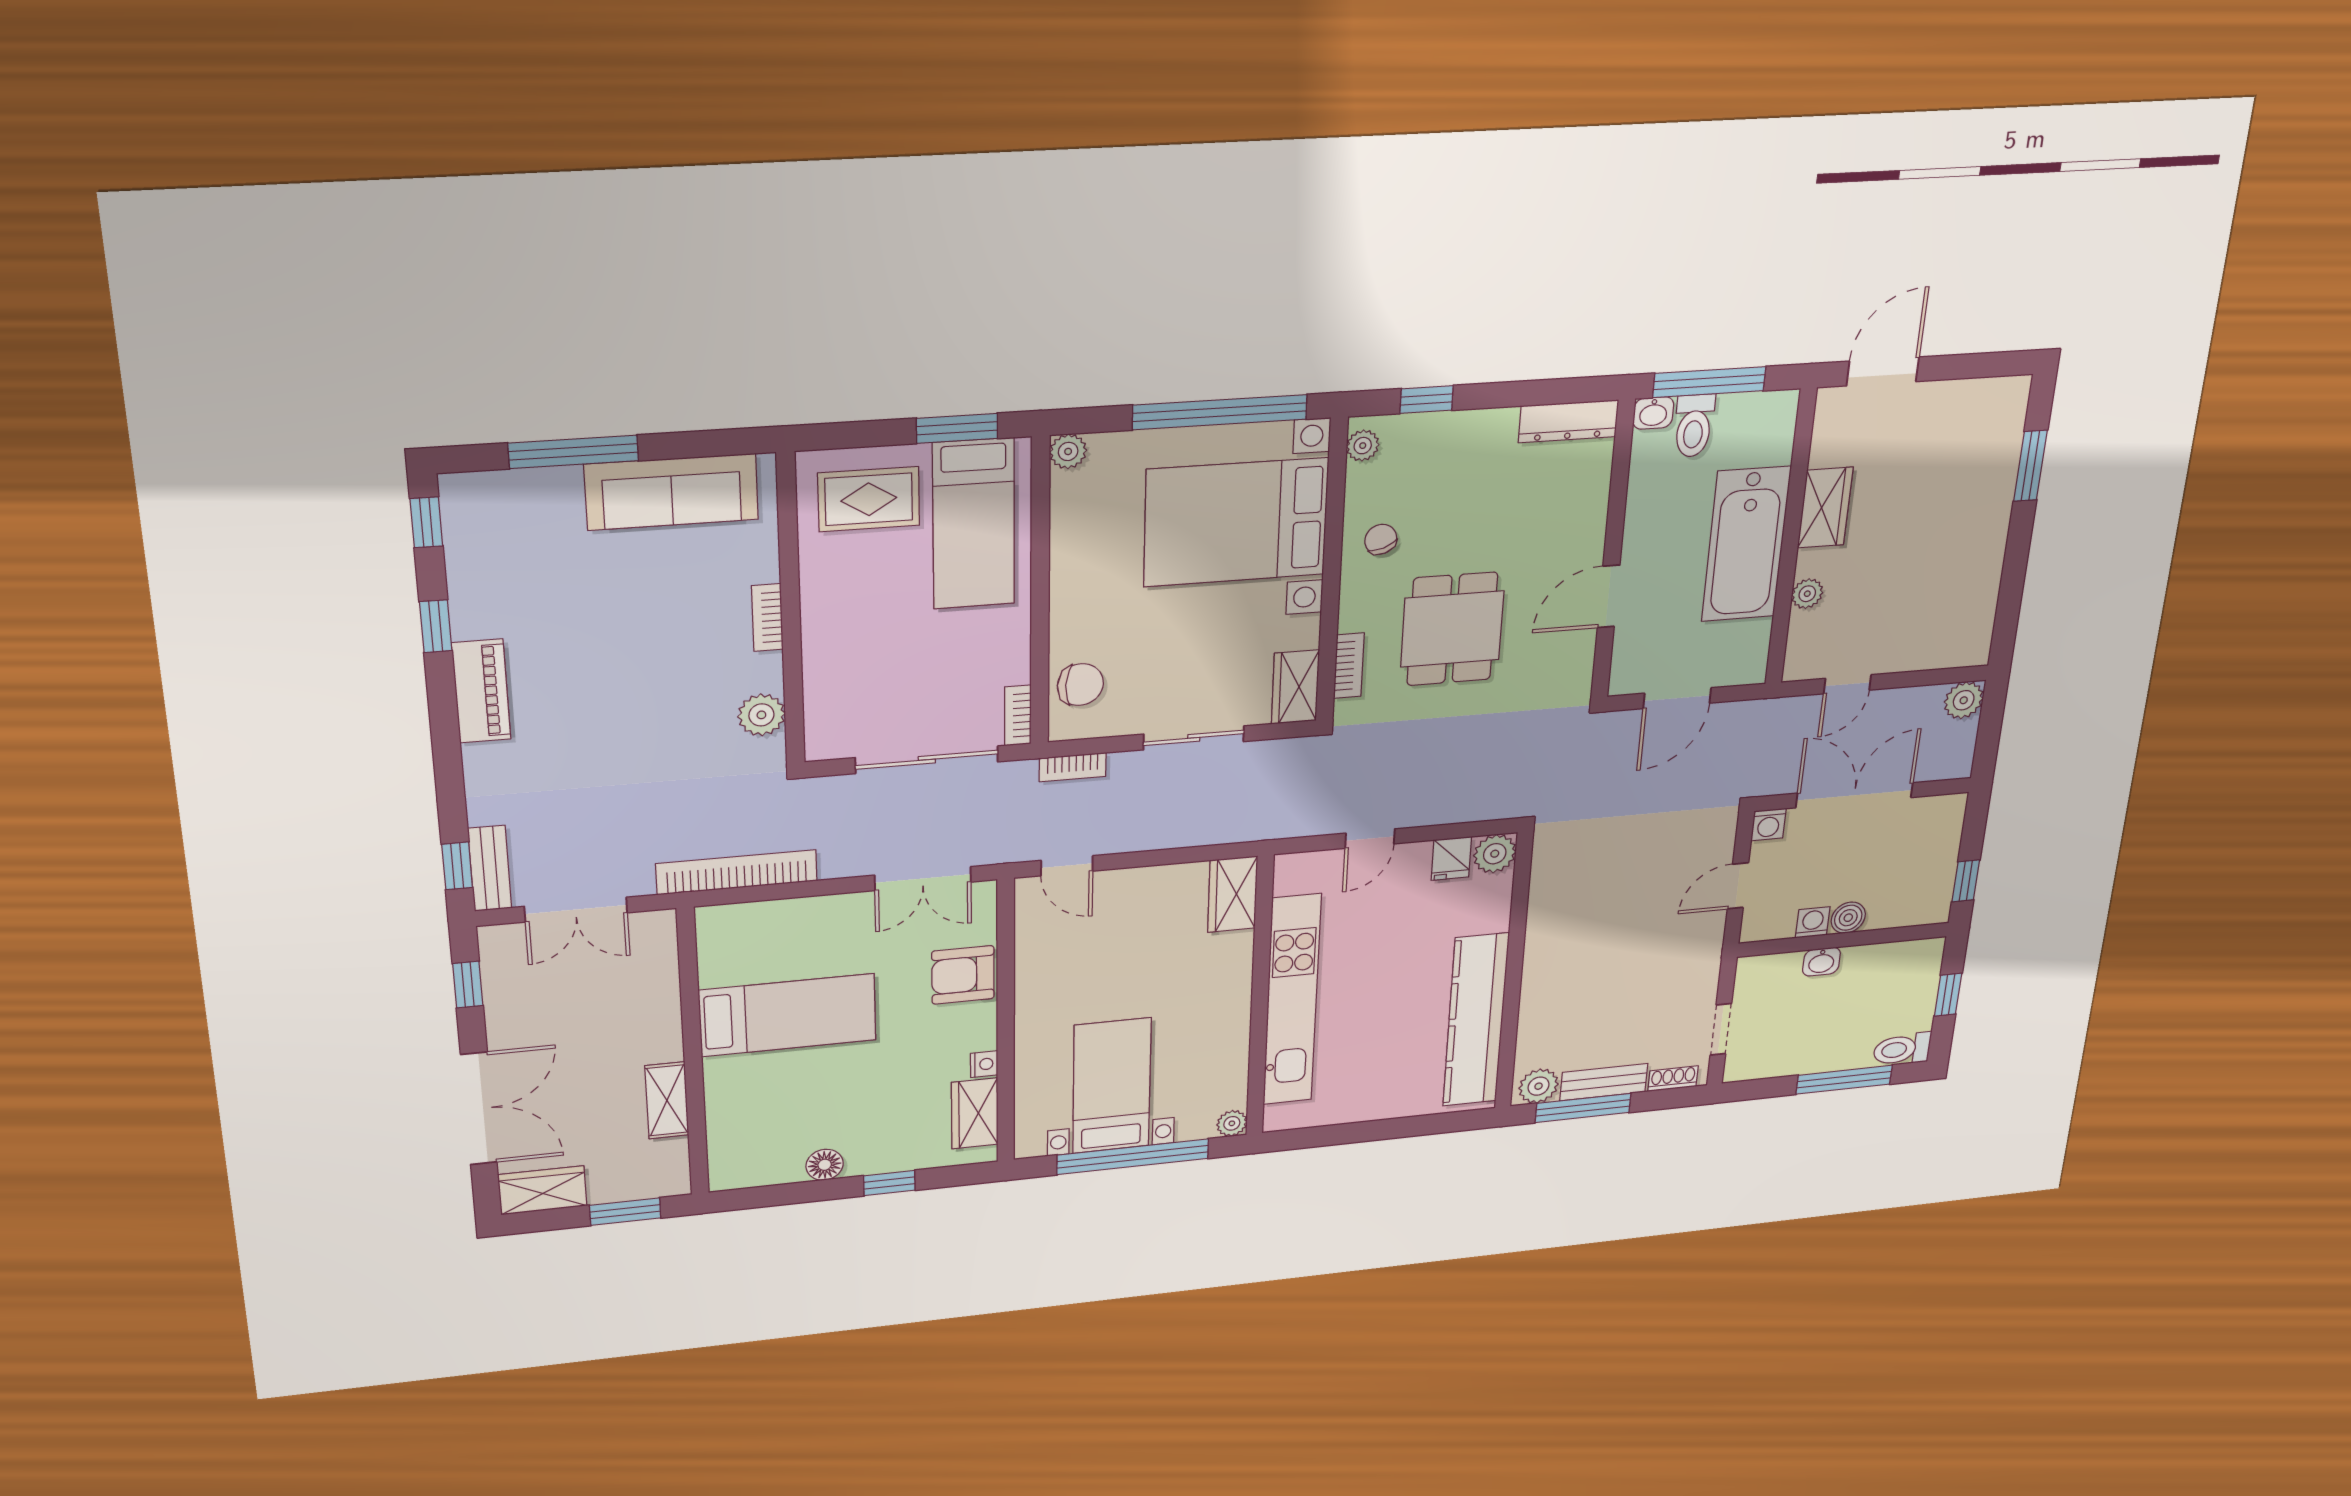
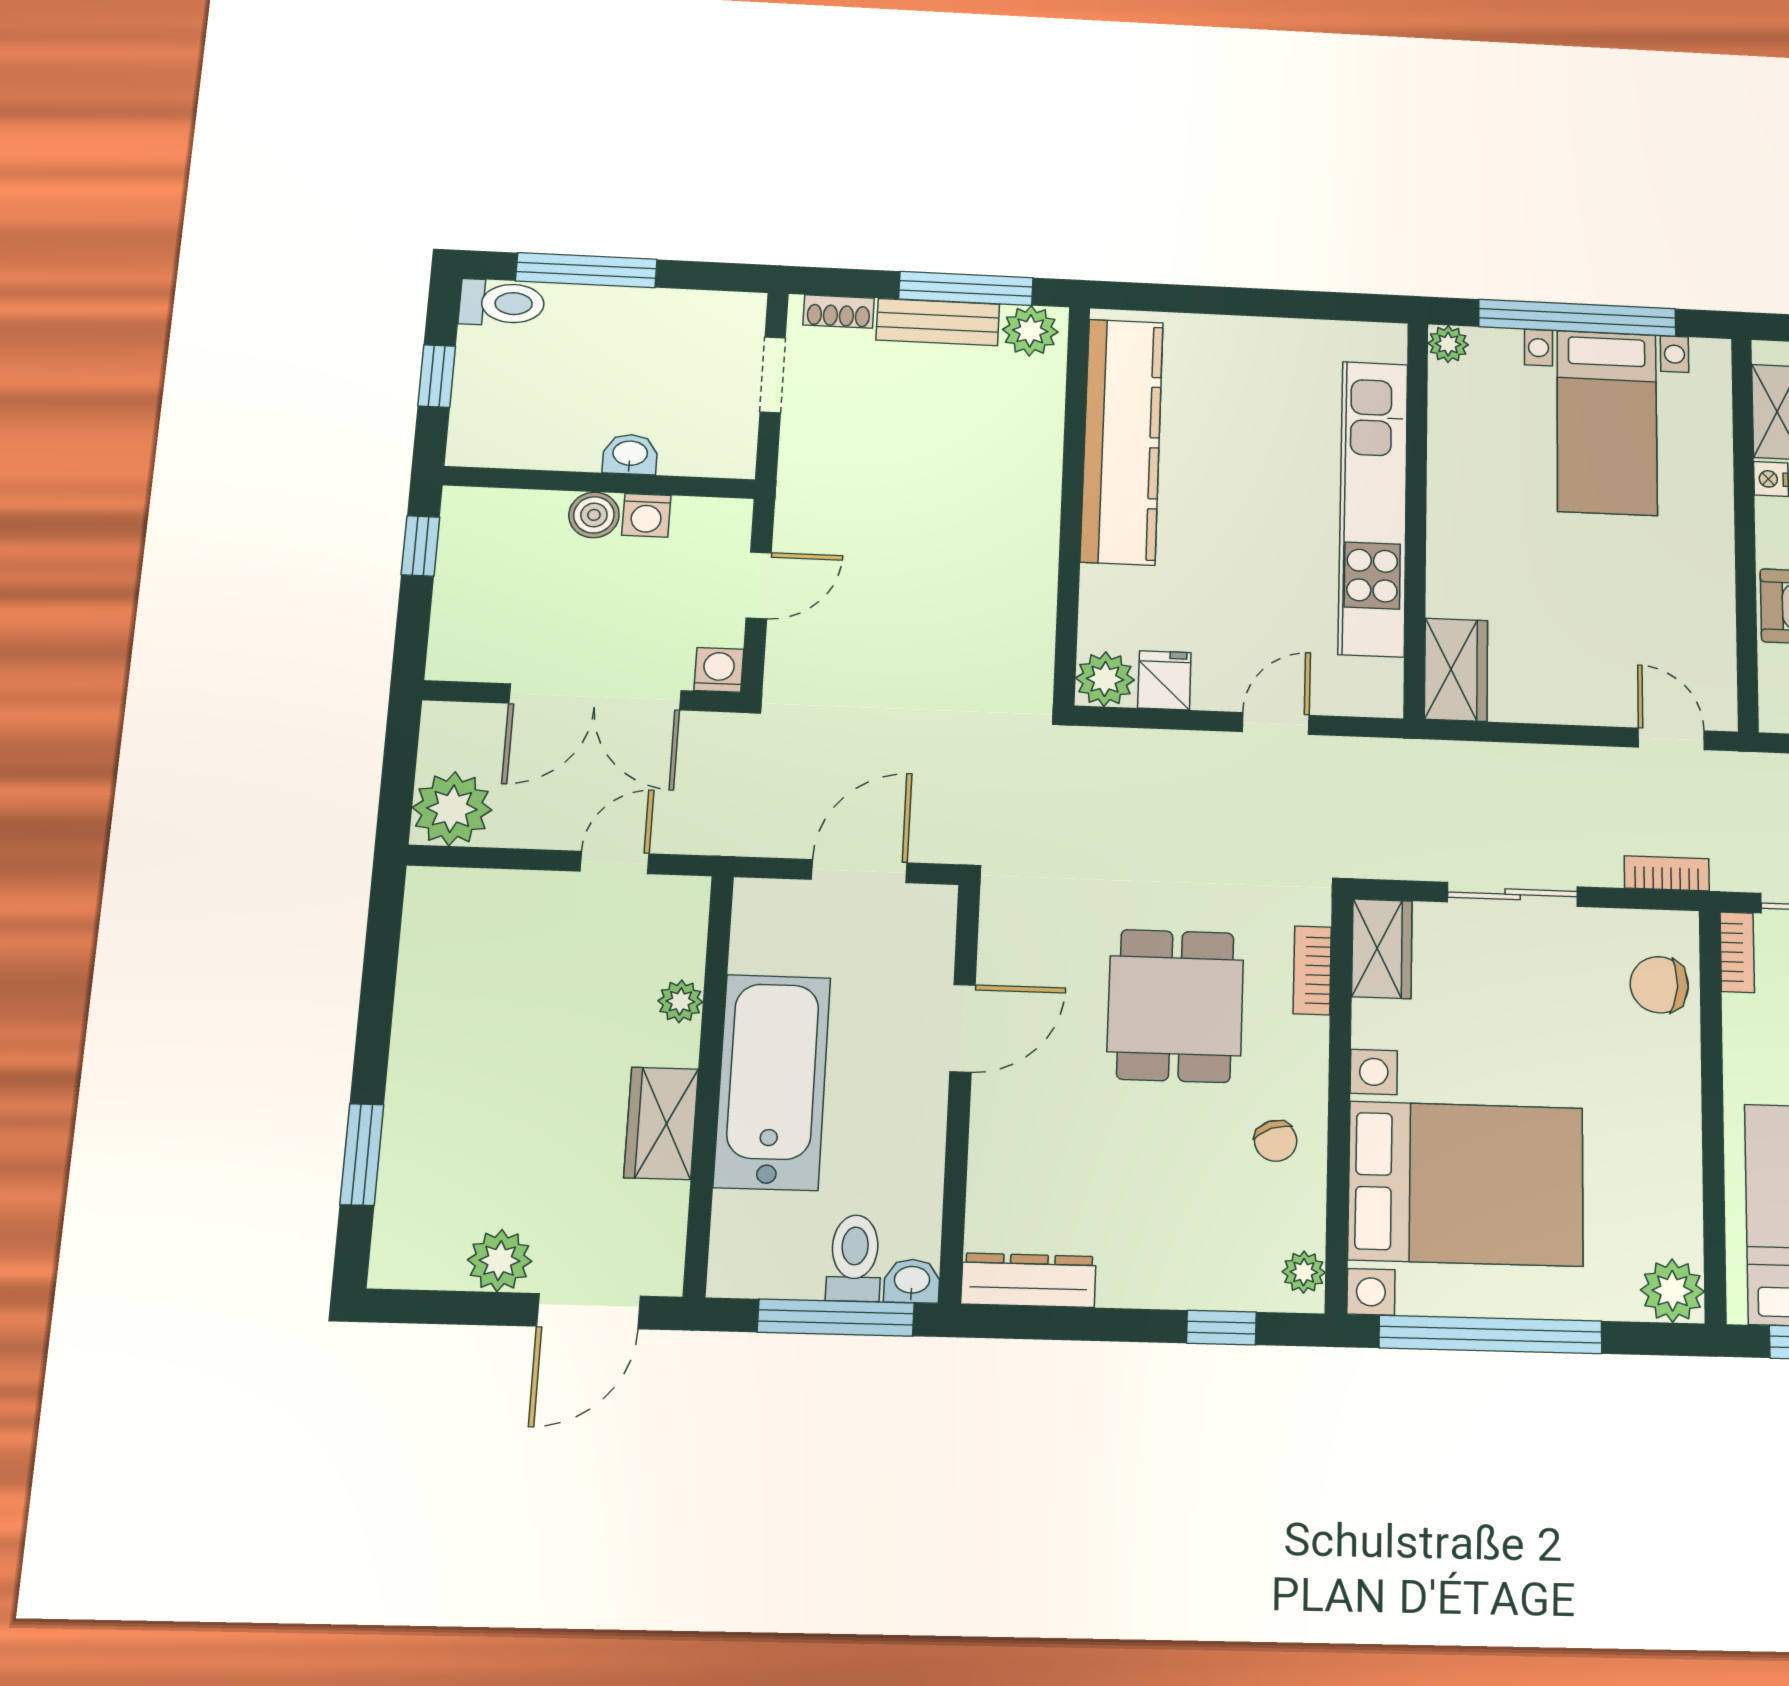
plant: (1942, 401) -> (500, 1261), added
plant: (1068, 451) -> (1672, 1291), width x1.38, depth x1.38
plant: (1964, 700) -> (452, 809), width x1.36, depth x1.36

